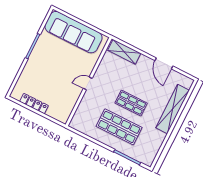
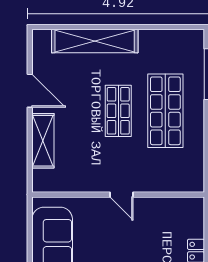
shelving: (124, 52) -> (43, 141), moved
door: (164, 63) -> (30, 91), hinge flipped

